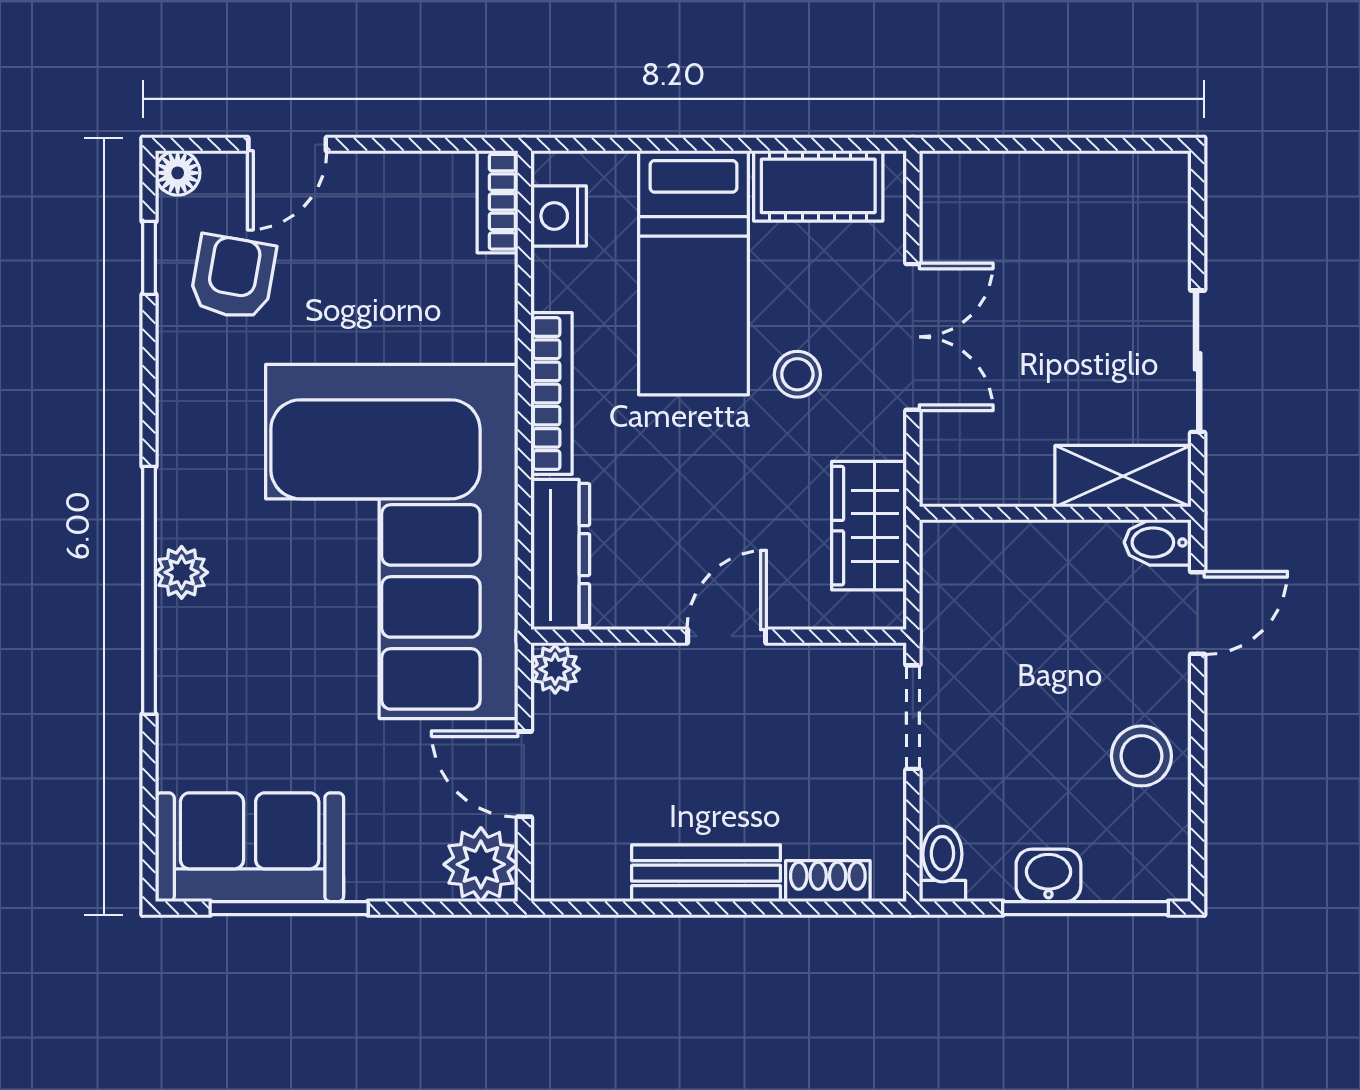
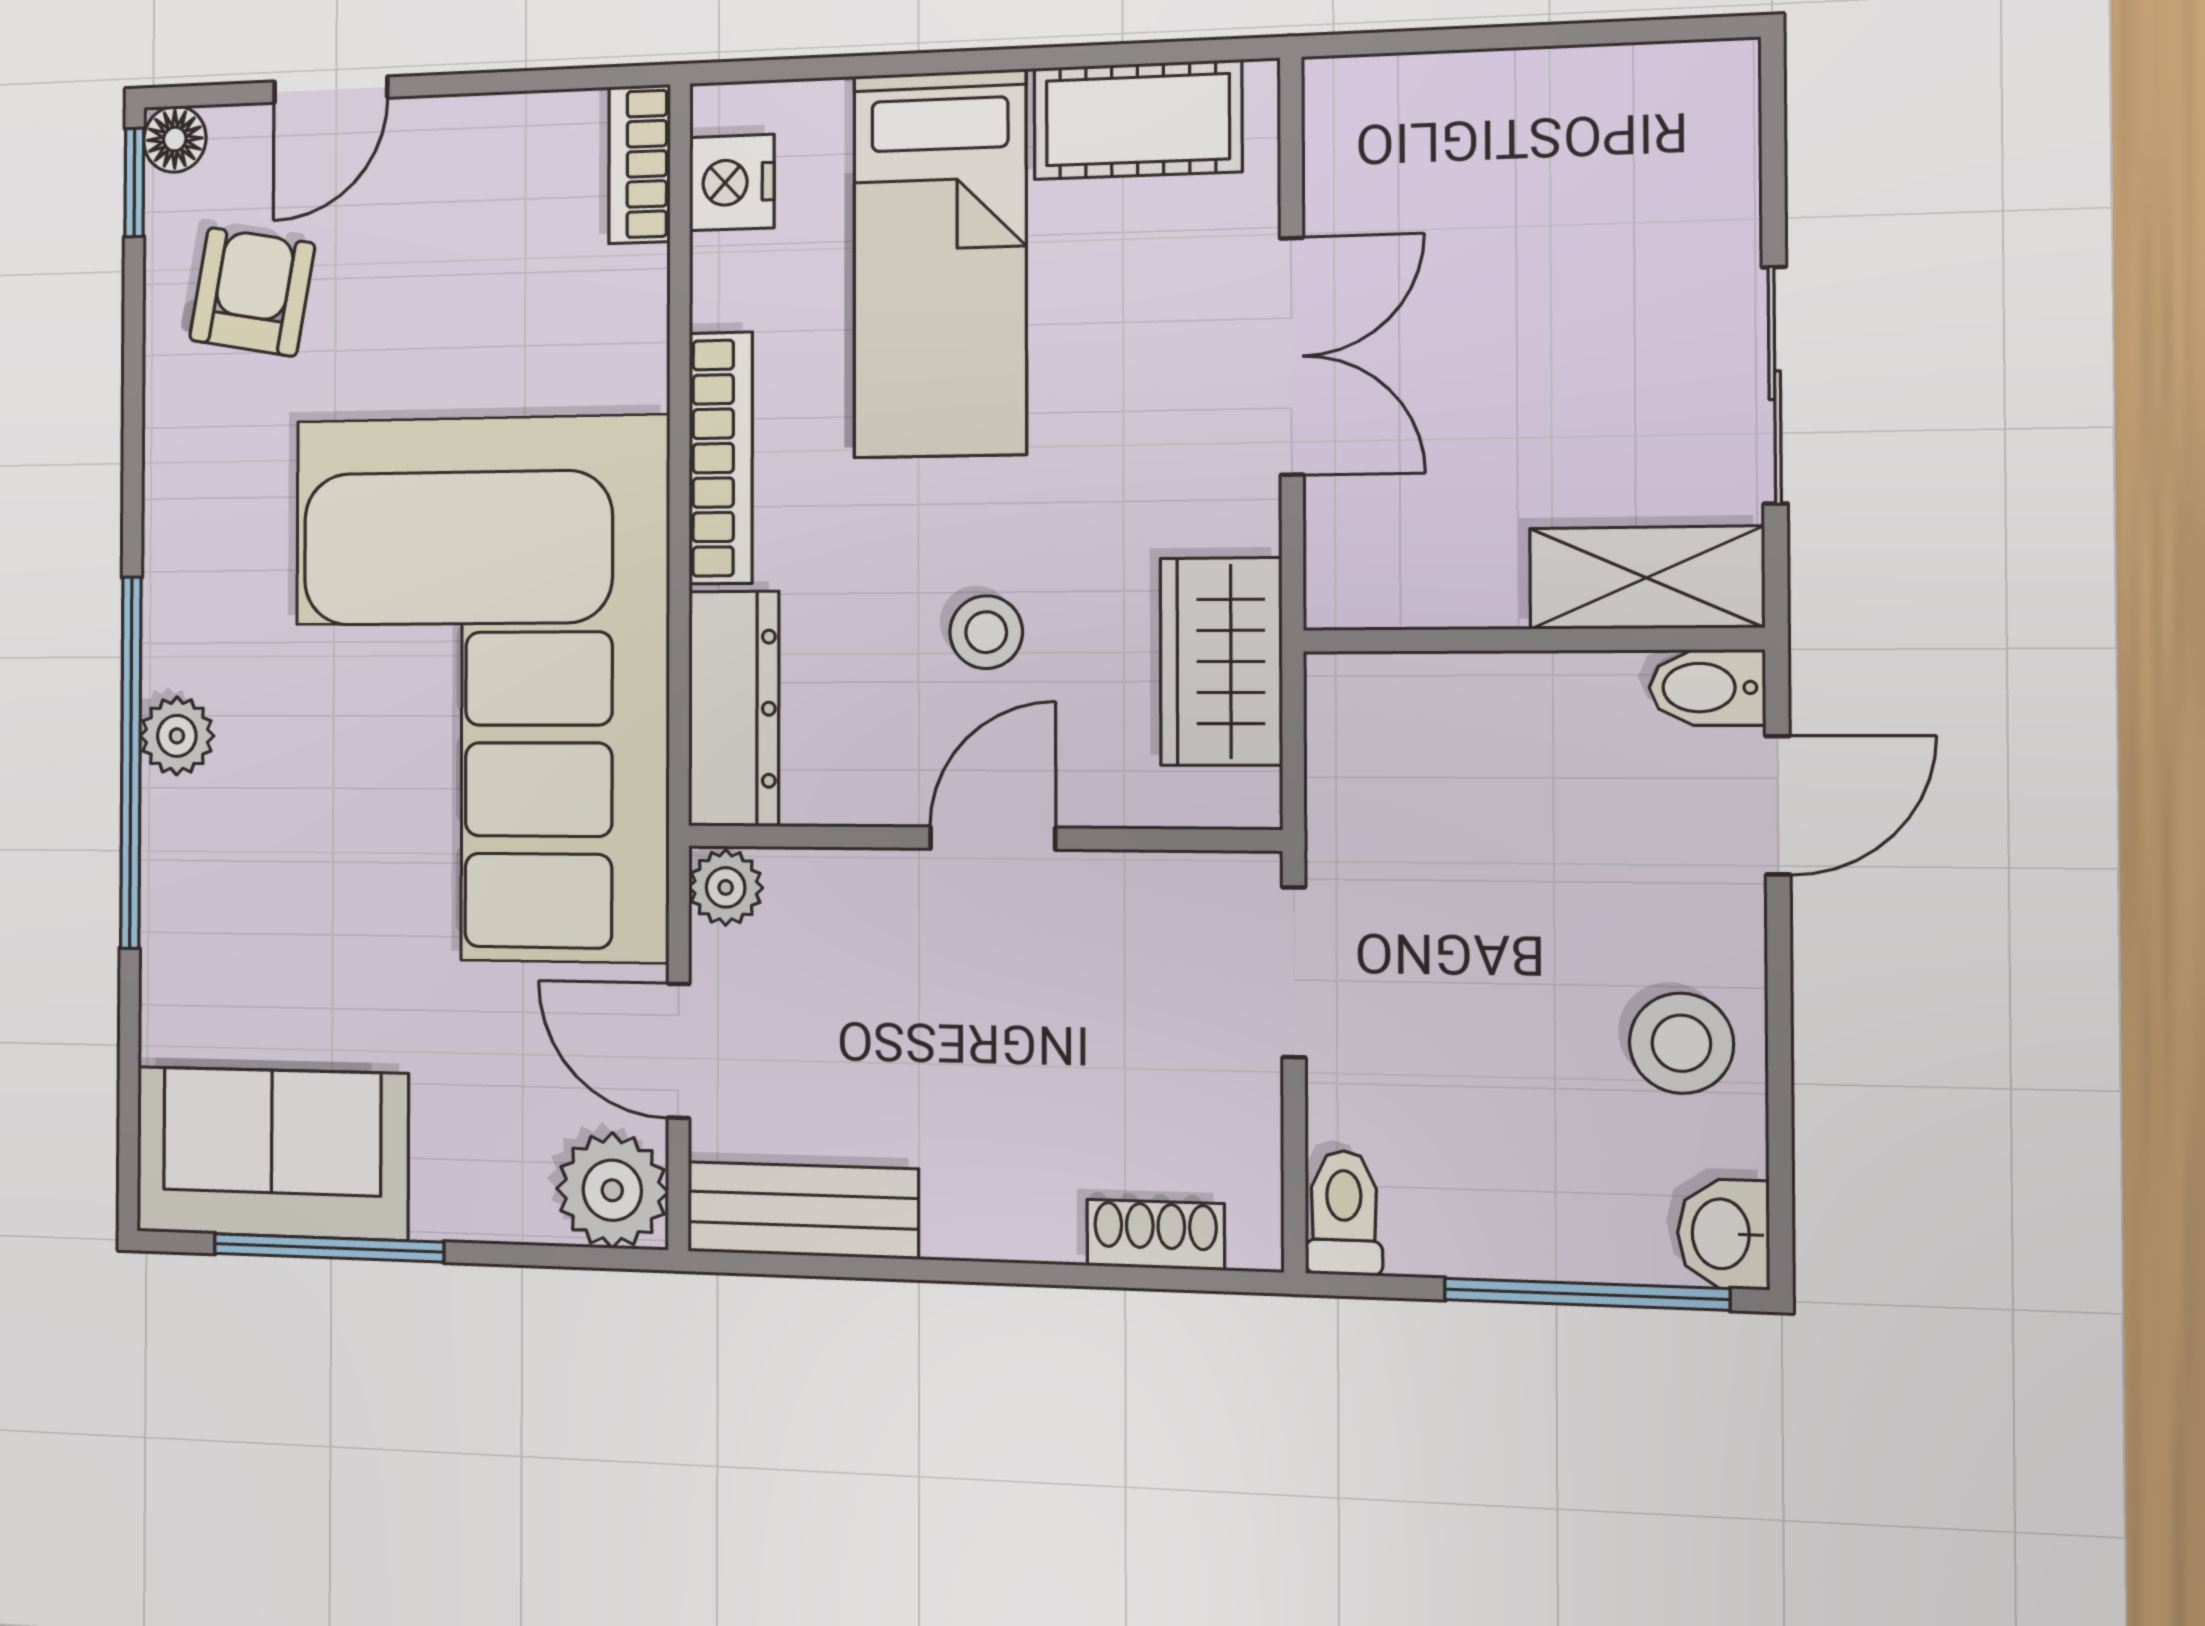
window: (149, 258) -> (134, 183), moved
stool: (797, 374) -> (986, 632), moved
bench: (706, 873) -> (802, 1210), moved
washbasin: (1048, 875) -> (1723, 1234), moved, turned -90

